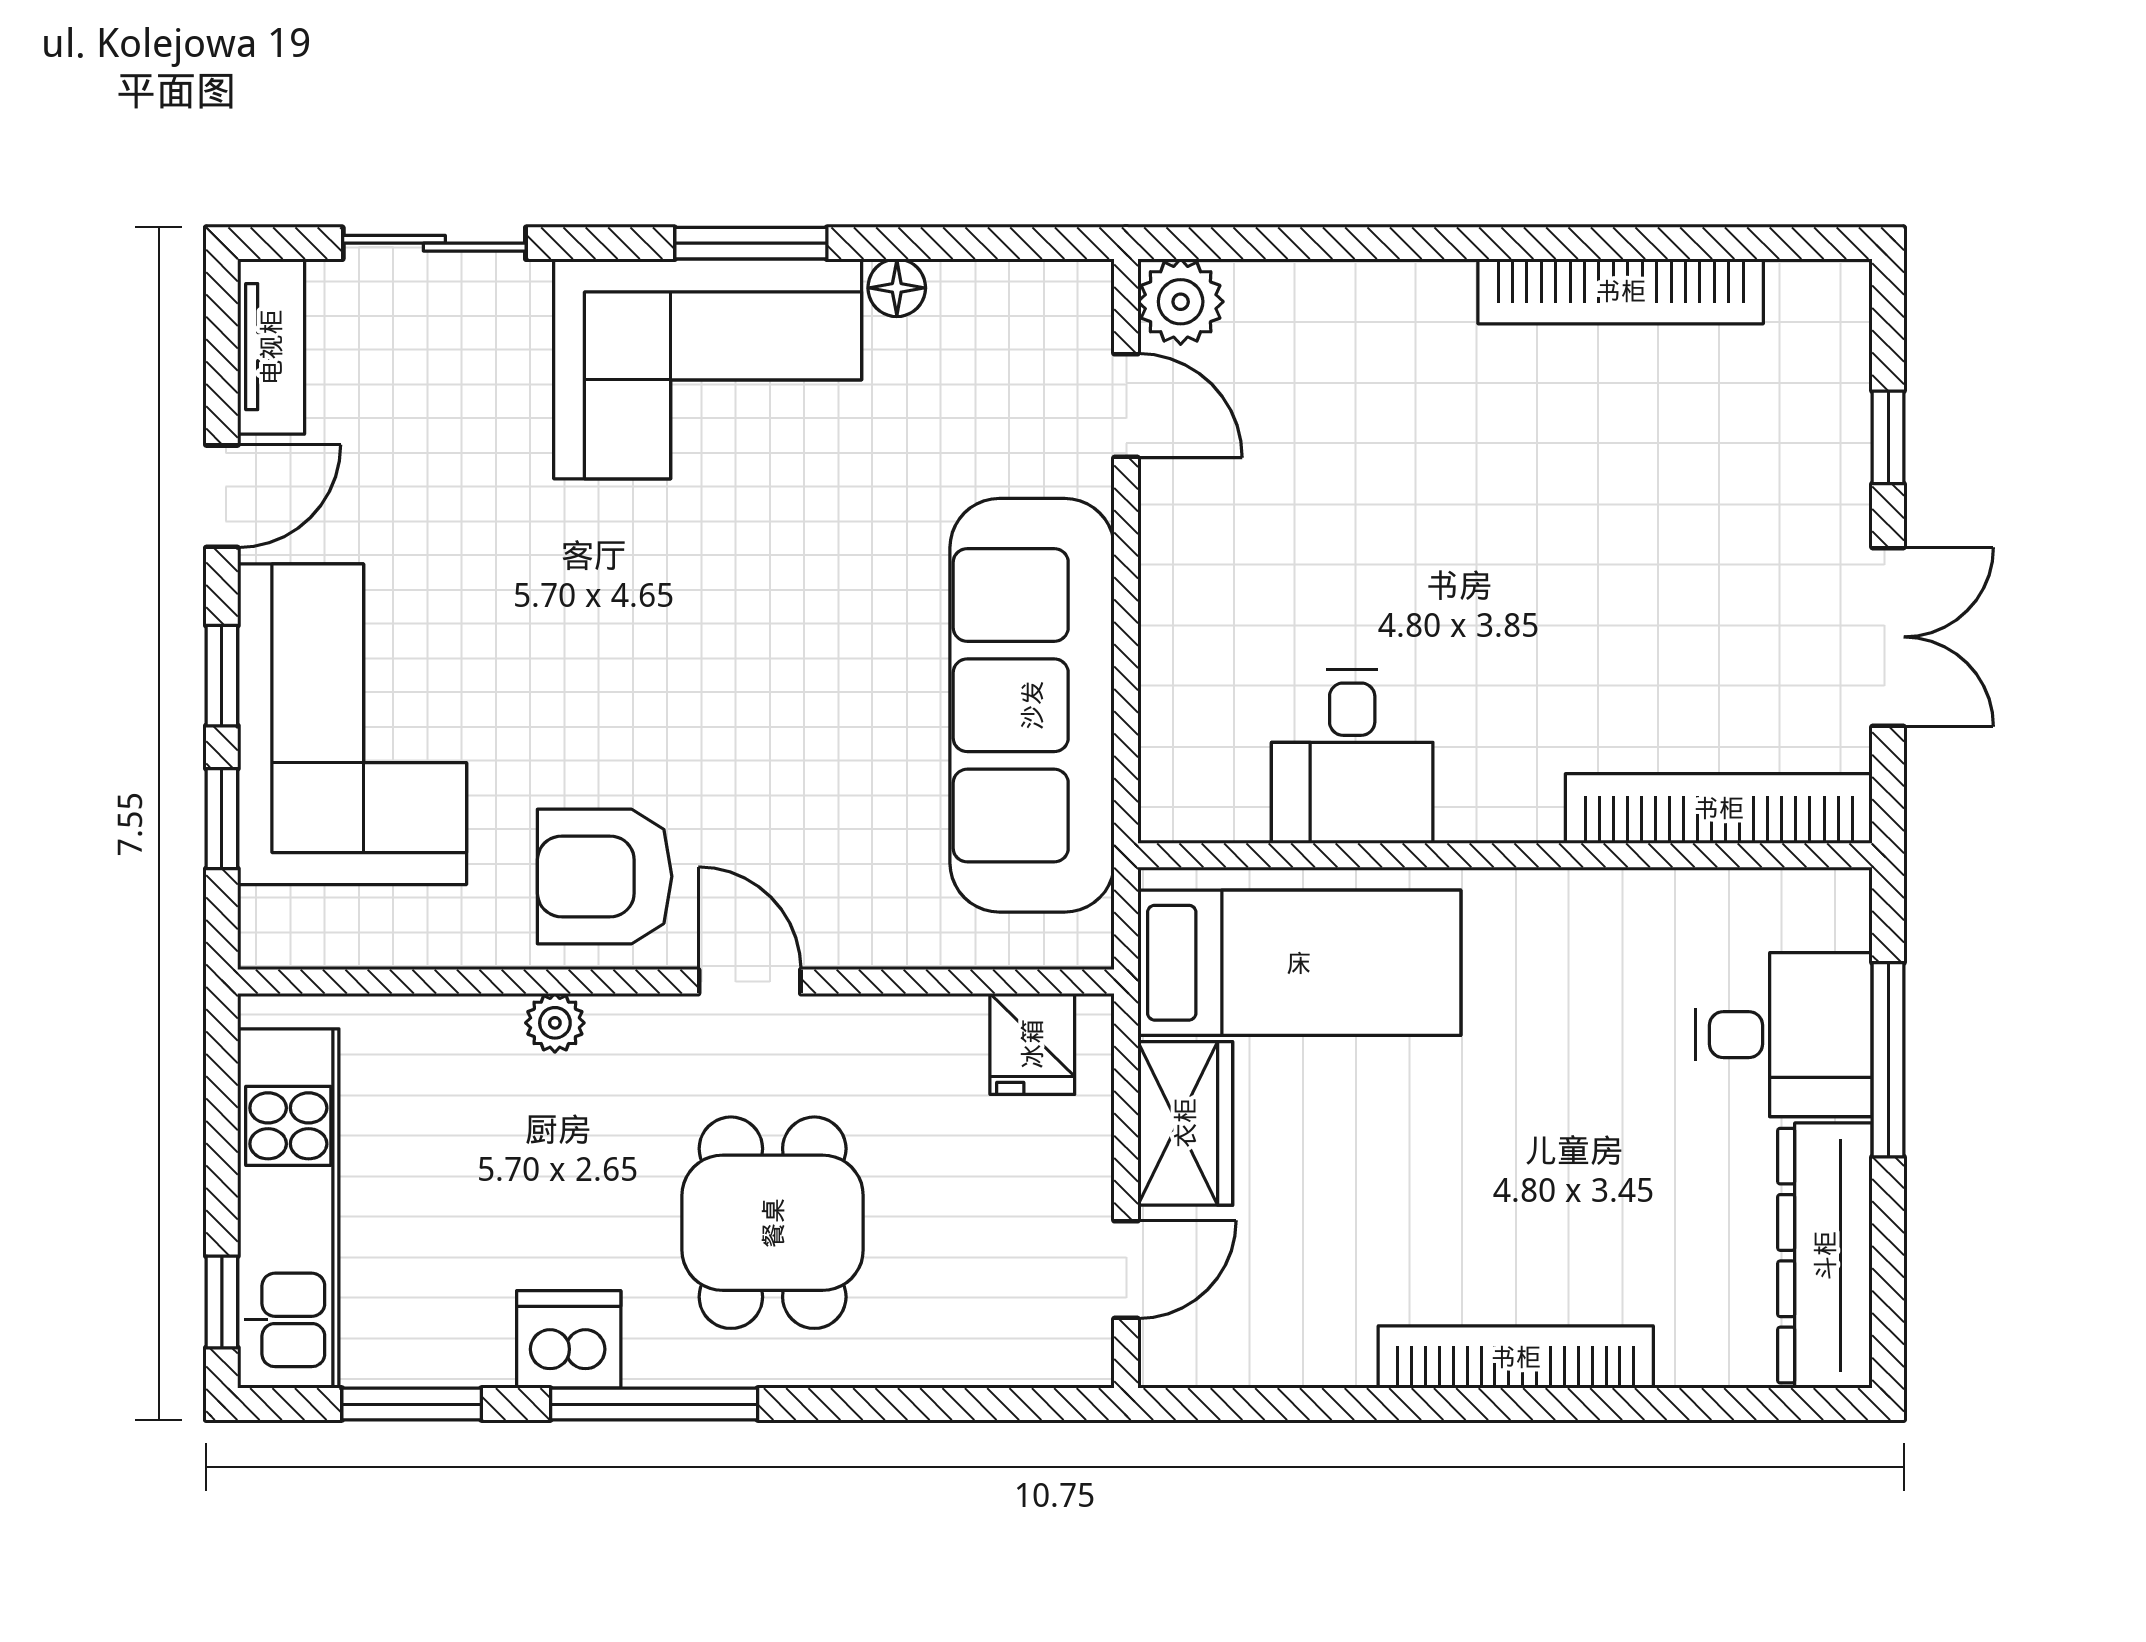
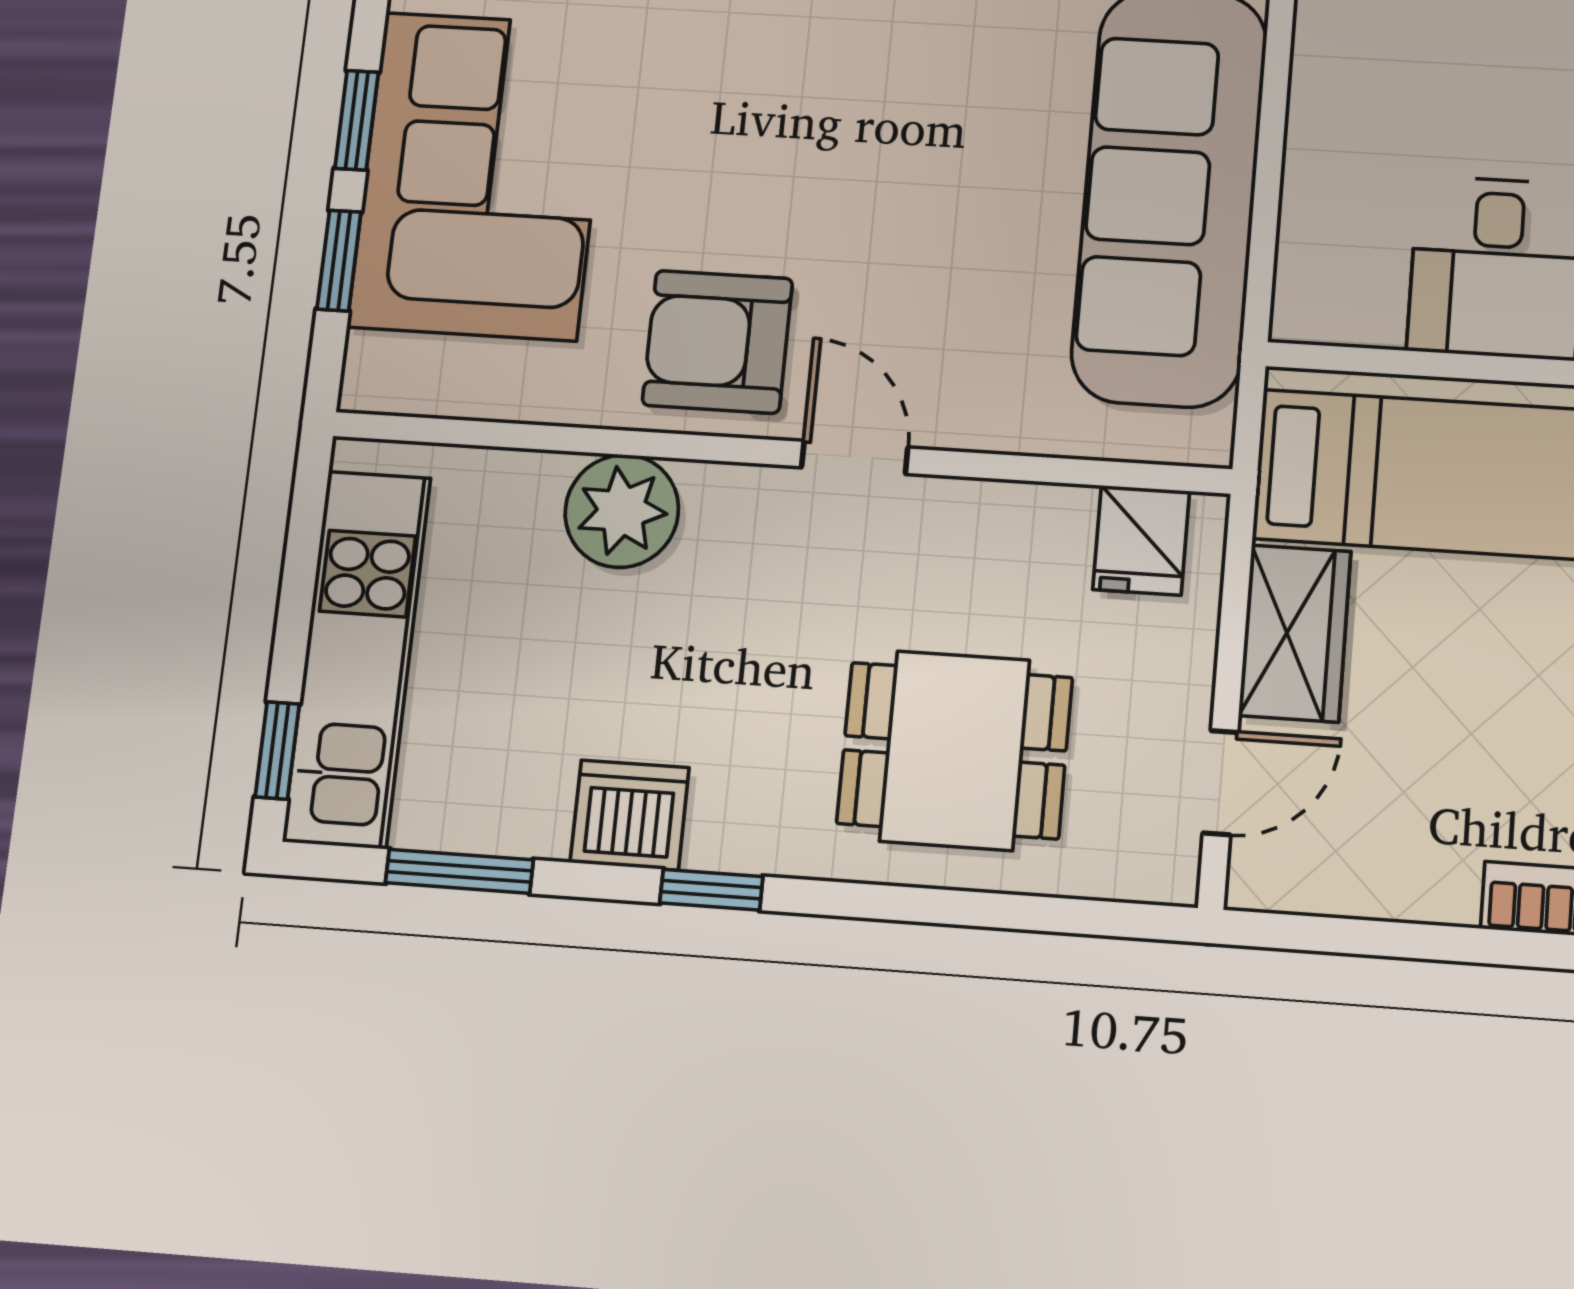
plant: (555, 1023) -> (622, 511), width x1.88, depth x1.88
dining table: (773, 1223) -> (955, 750), moved, turned 90
window: (654, 1404) -> (711, 890), width x0.46

